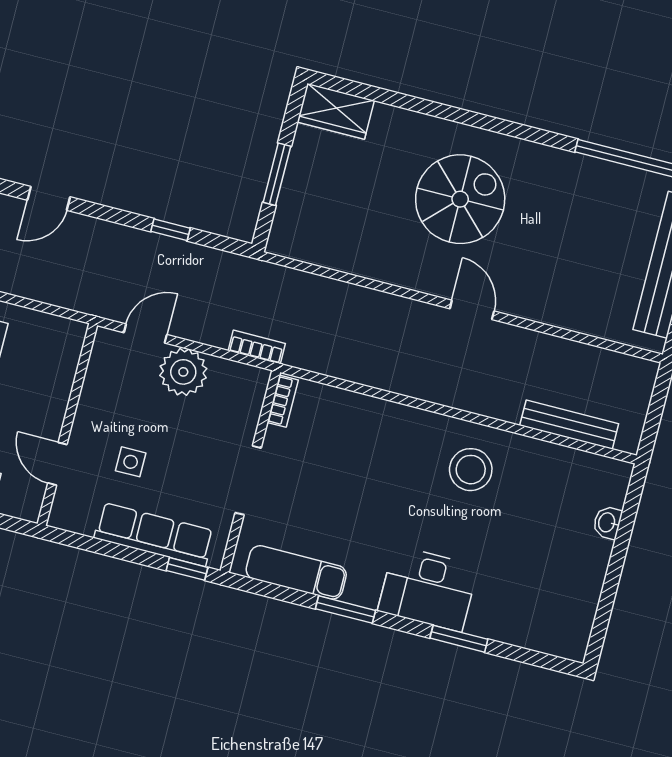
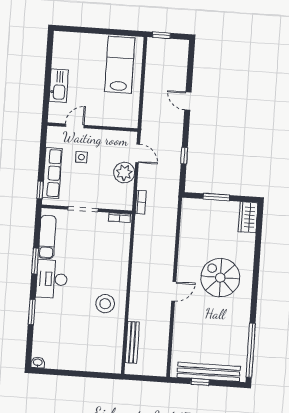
spiral stairs: (460, 199) -> (220, 278), turned 180
washbasin: (607, 523) -> (38, 363), moved
desk: (428, 589) -> (52, 279), moved

